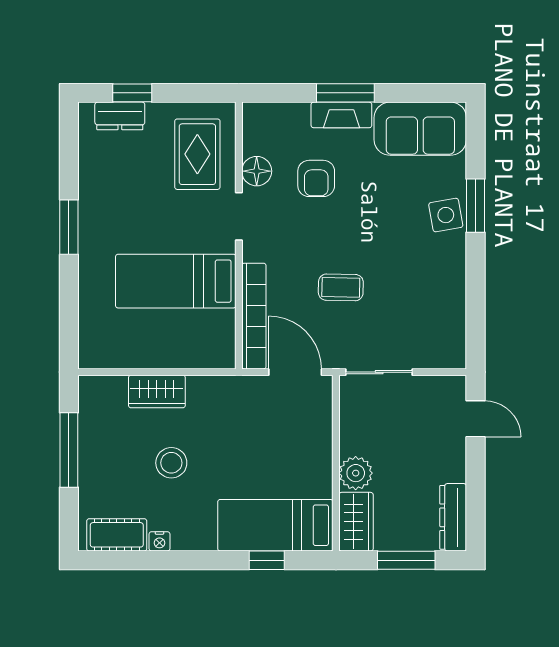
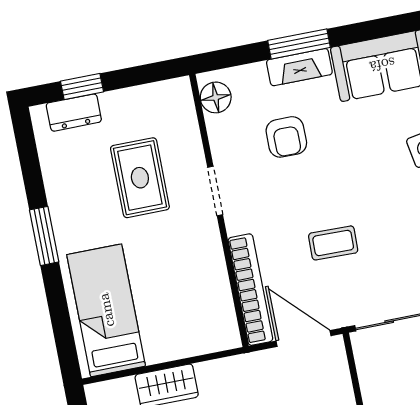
rug: (197, 154) -> (140, 178), moved
floor lamp: (257, 171) -> (216, 97), moved
bed: (176, 281) -> (106, 310), moved, turned 90

